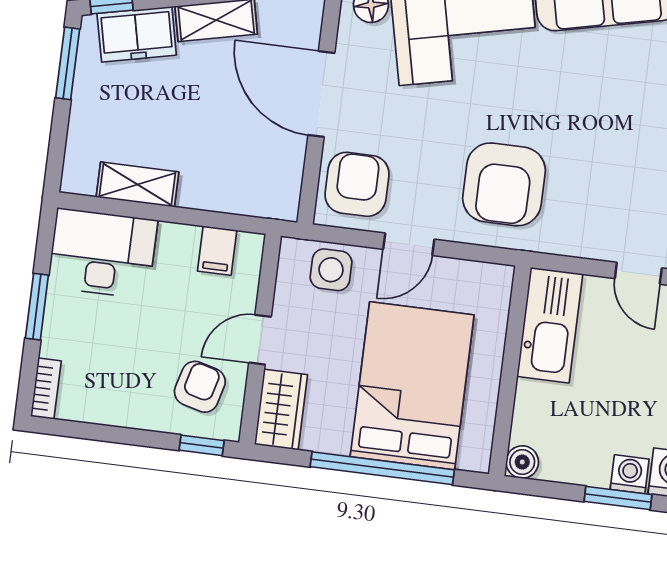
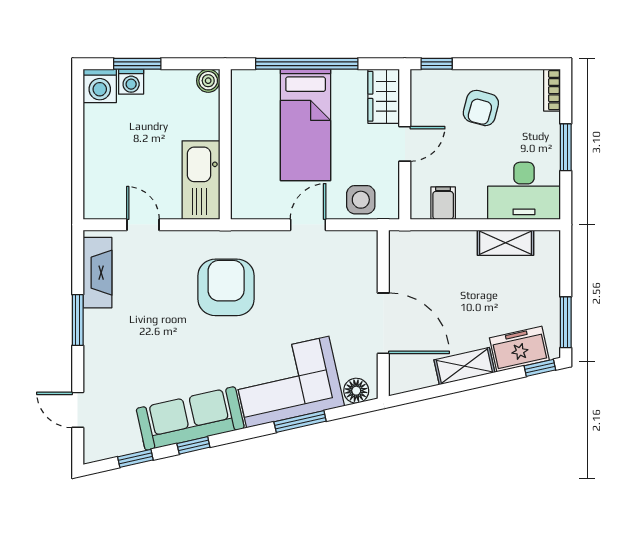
armchair: (357, 184) -> (350, 263), removed
armchair: (504, 184) -> (226, 287), moved
bed: (412, 386) -> (306, 125), width x0.67
armchair: (200, 387) -> (481, 108), moved

